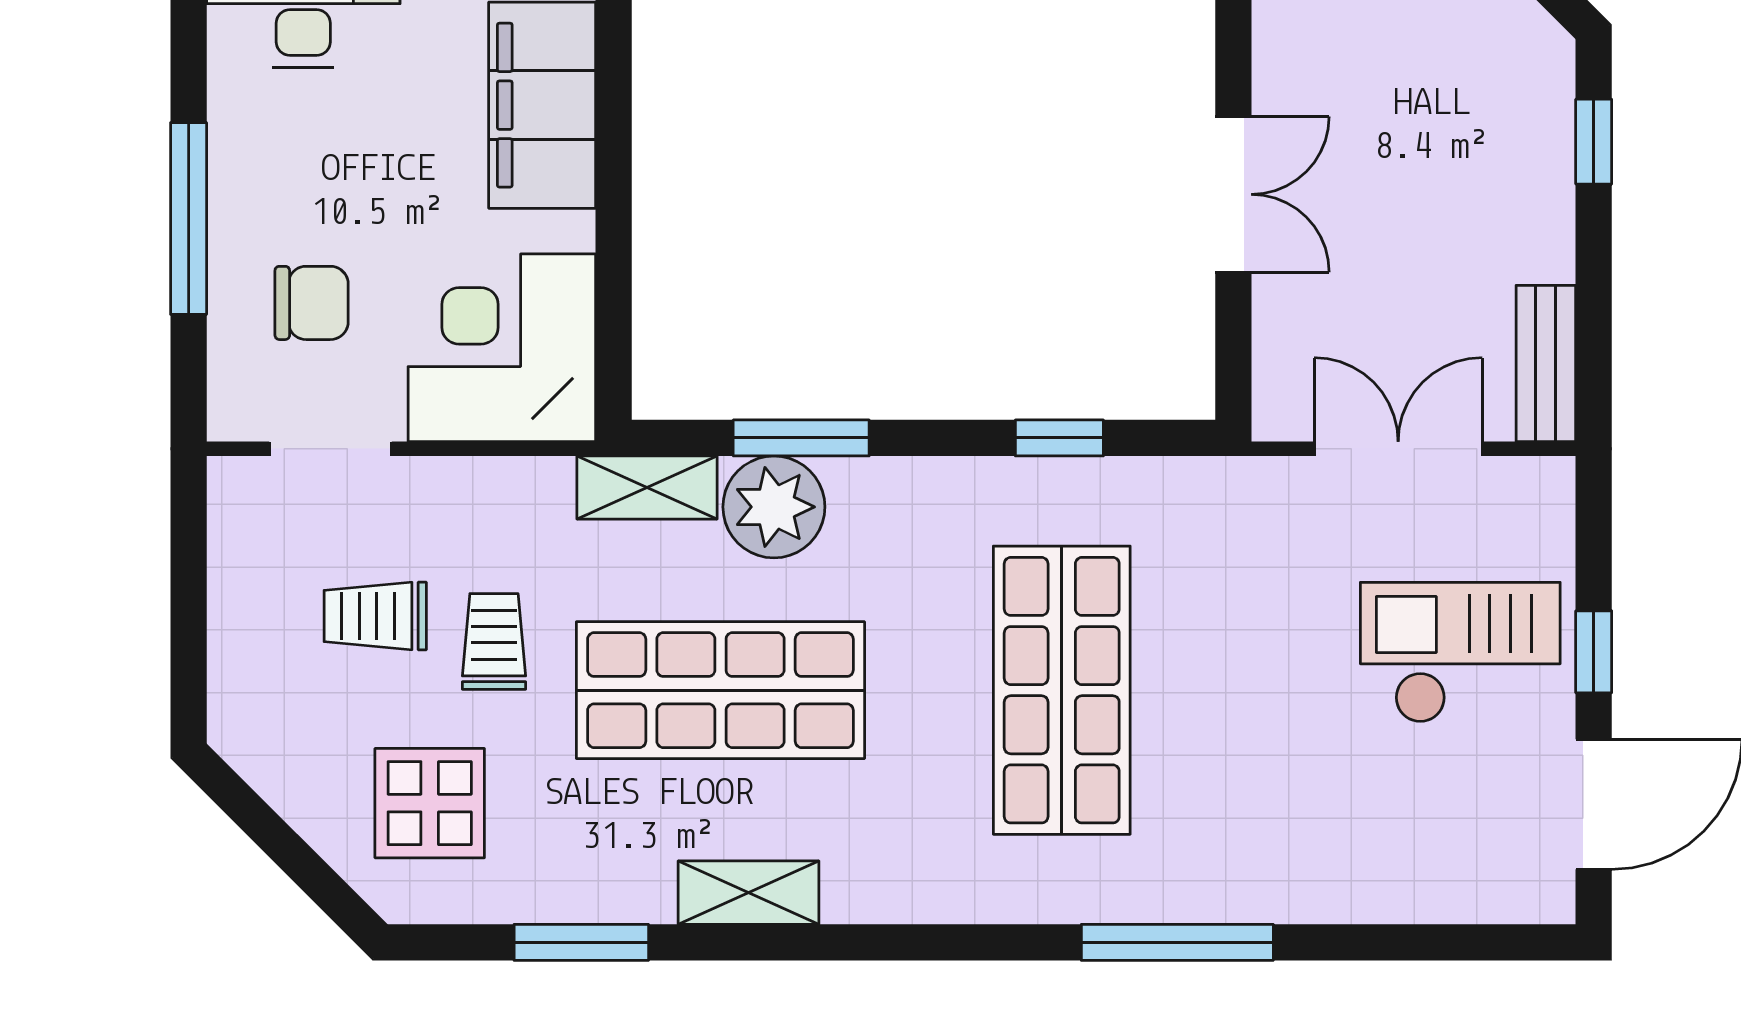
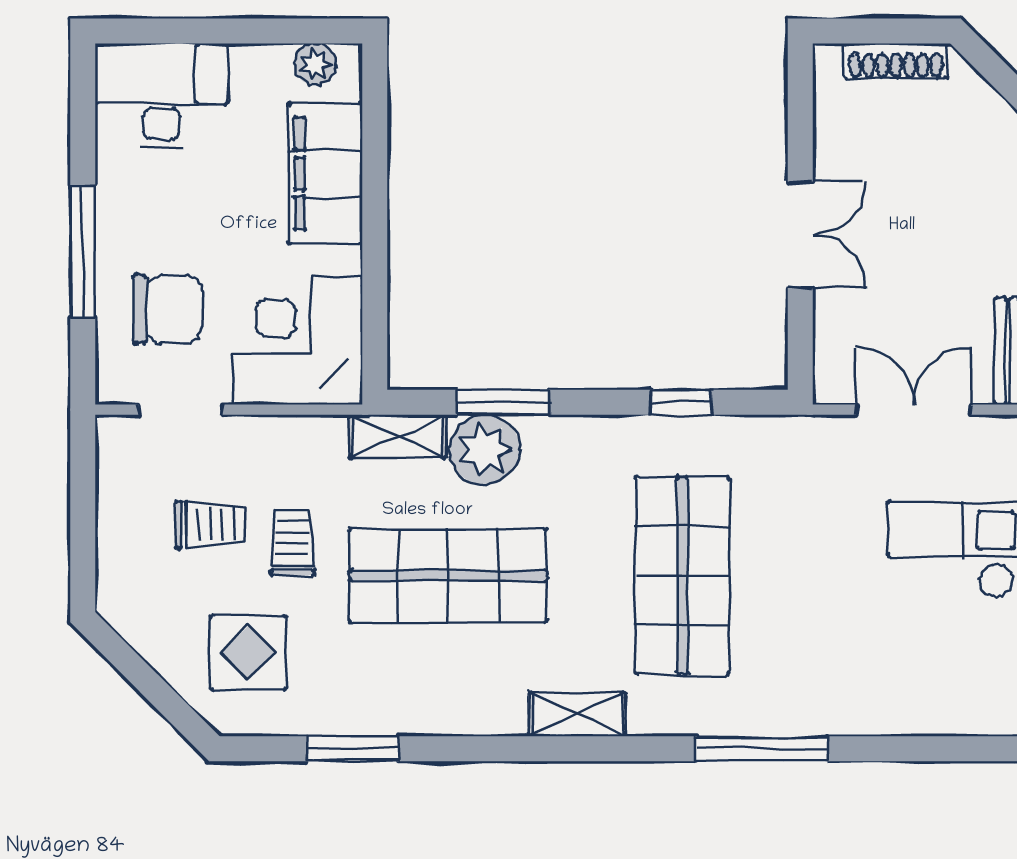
chair: (312, 303) -> (167, 309), width x1.37, depth x1.37
trolley: (375, 616) -> (211, 524), turned 180
shelving: (748, 893) -> (577, 714), moved

